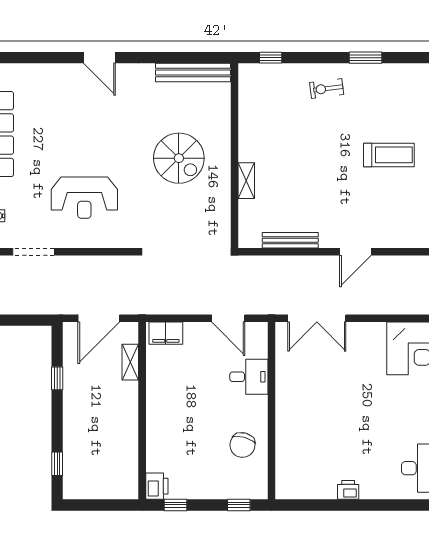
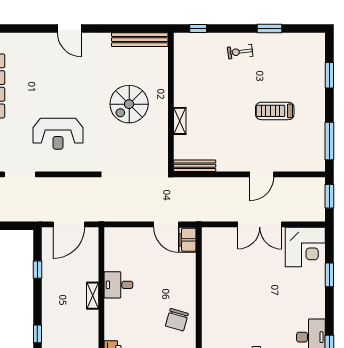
treadmill: (389, 155) -> (275, 111), moved, turned 180
spiral stairs: (179, 158) -> (129, 104), turned 90
bench: (290, 240) -> (195, 166), moved
double door: (317, 318) -> (260, 224), moved
filing cabinet: (166, 333) -> (188, 240), moved, turned 90
shelving: (130, 362) -> (93, 296), moved
desk: (249, 377) -> (118, 285), moved, turned 180

